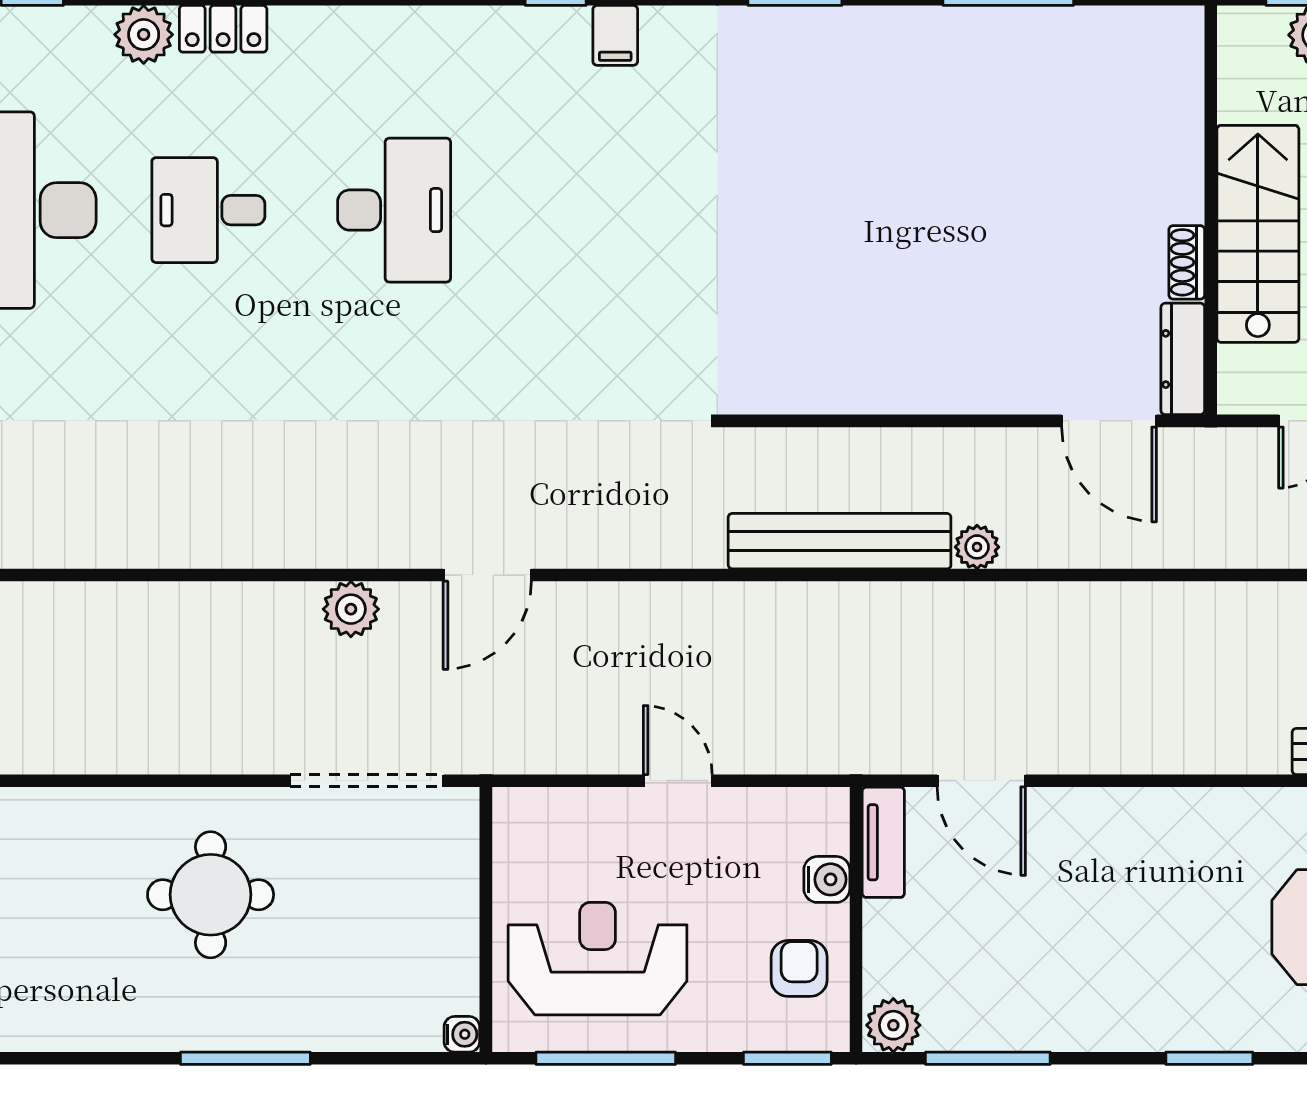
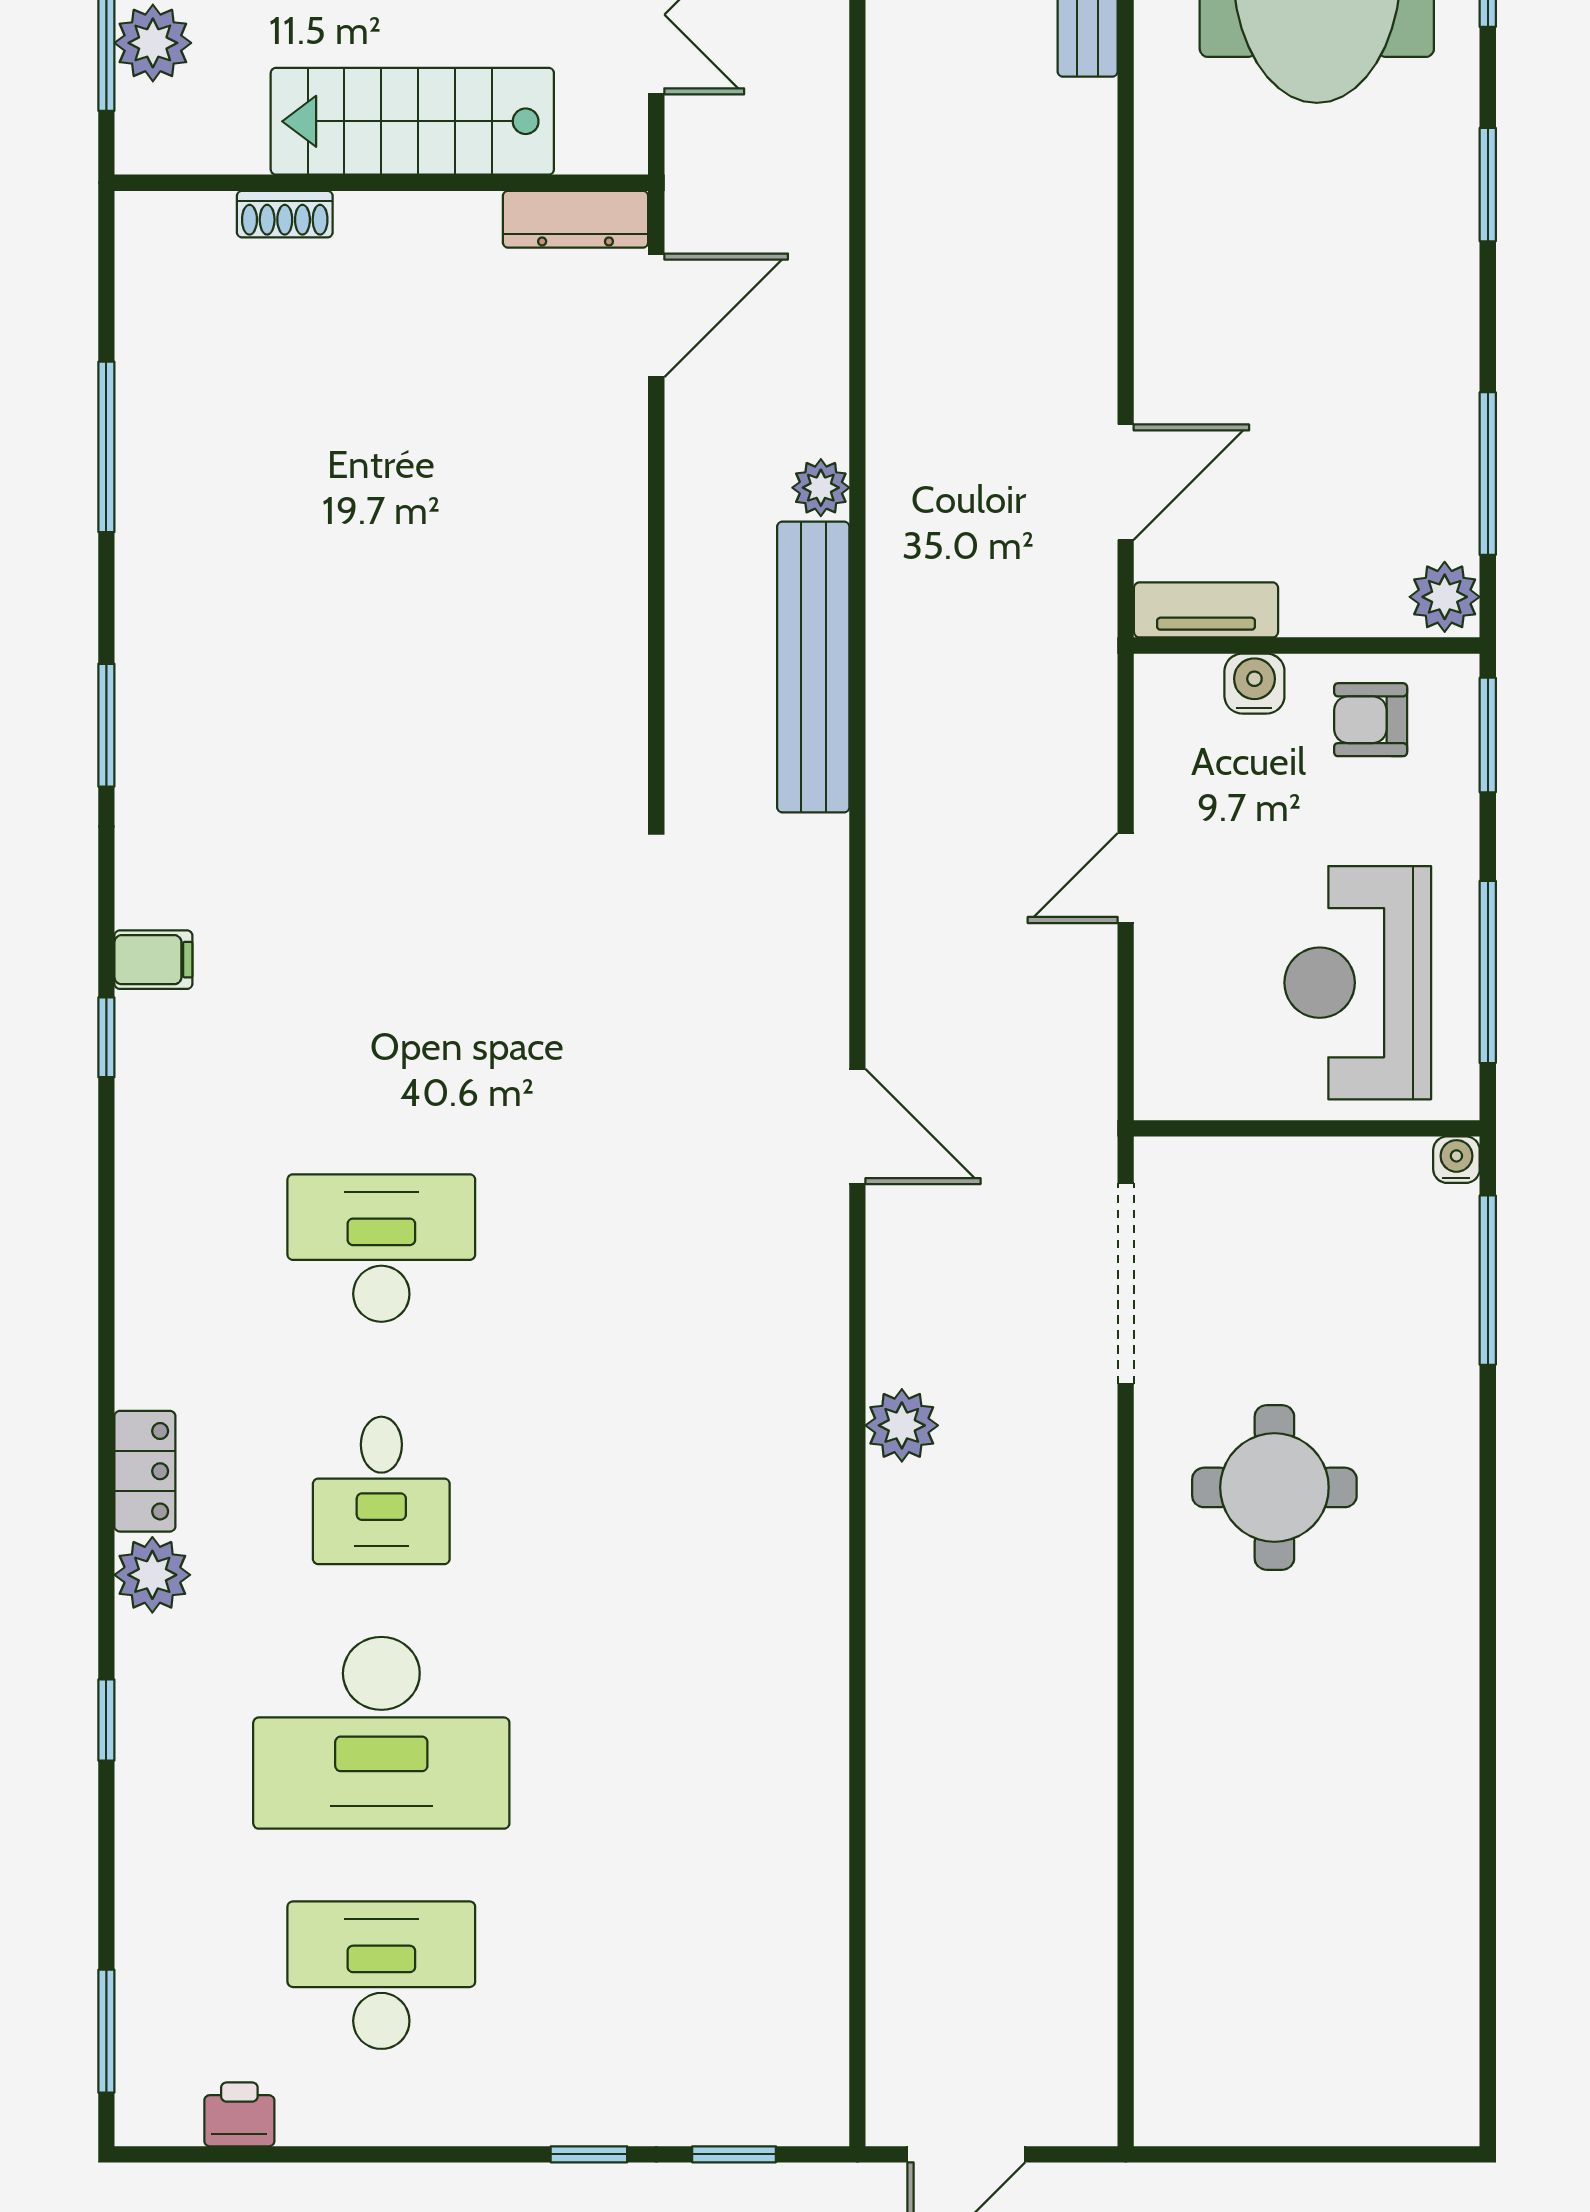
shoe rack: (1187, 262) -> (285, 214), moved
plant: (351, 609) -> (902, 1425), moved
window: (245, 1058) -> (1488, 1280), moved

